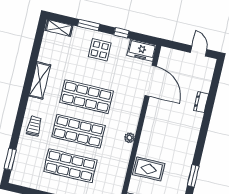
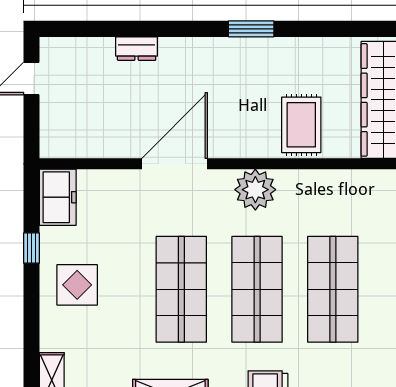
window: (89, 25) -> (31, 320), removed
door: (151, 81) -> (175, 164), moved
plant: (129, 138) -> (255, 190), width x1.87, depth x1.87
window: (193, 176) -> (251, 29), moved

